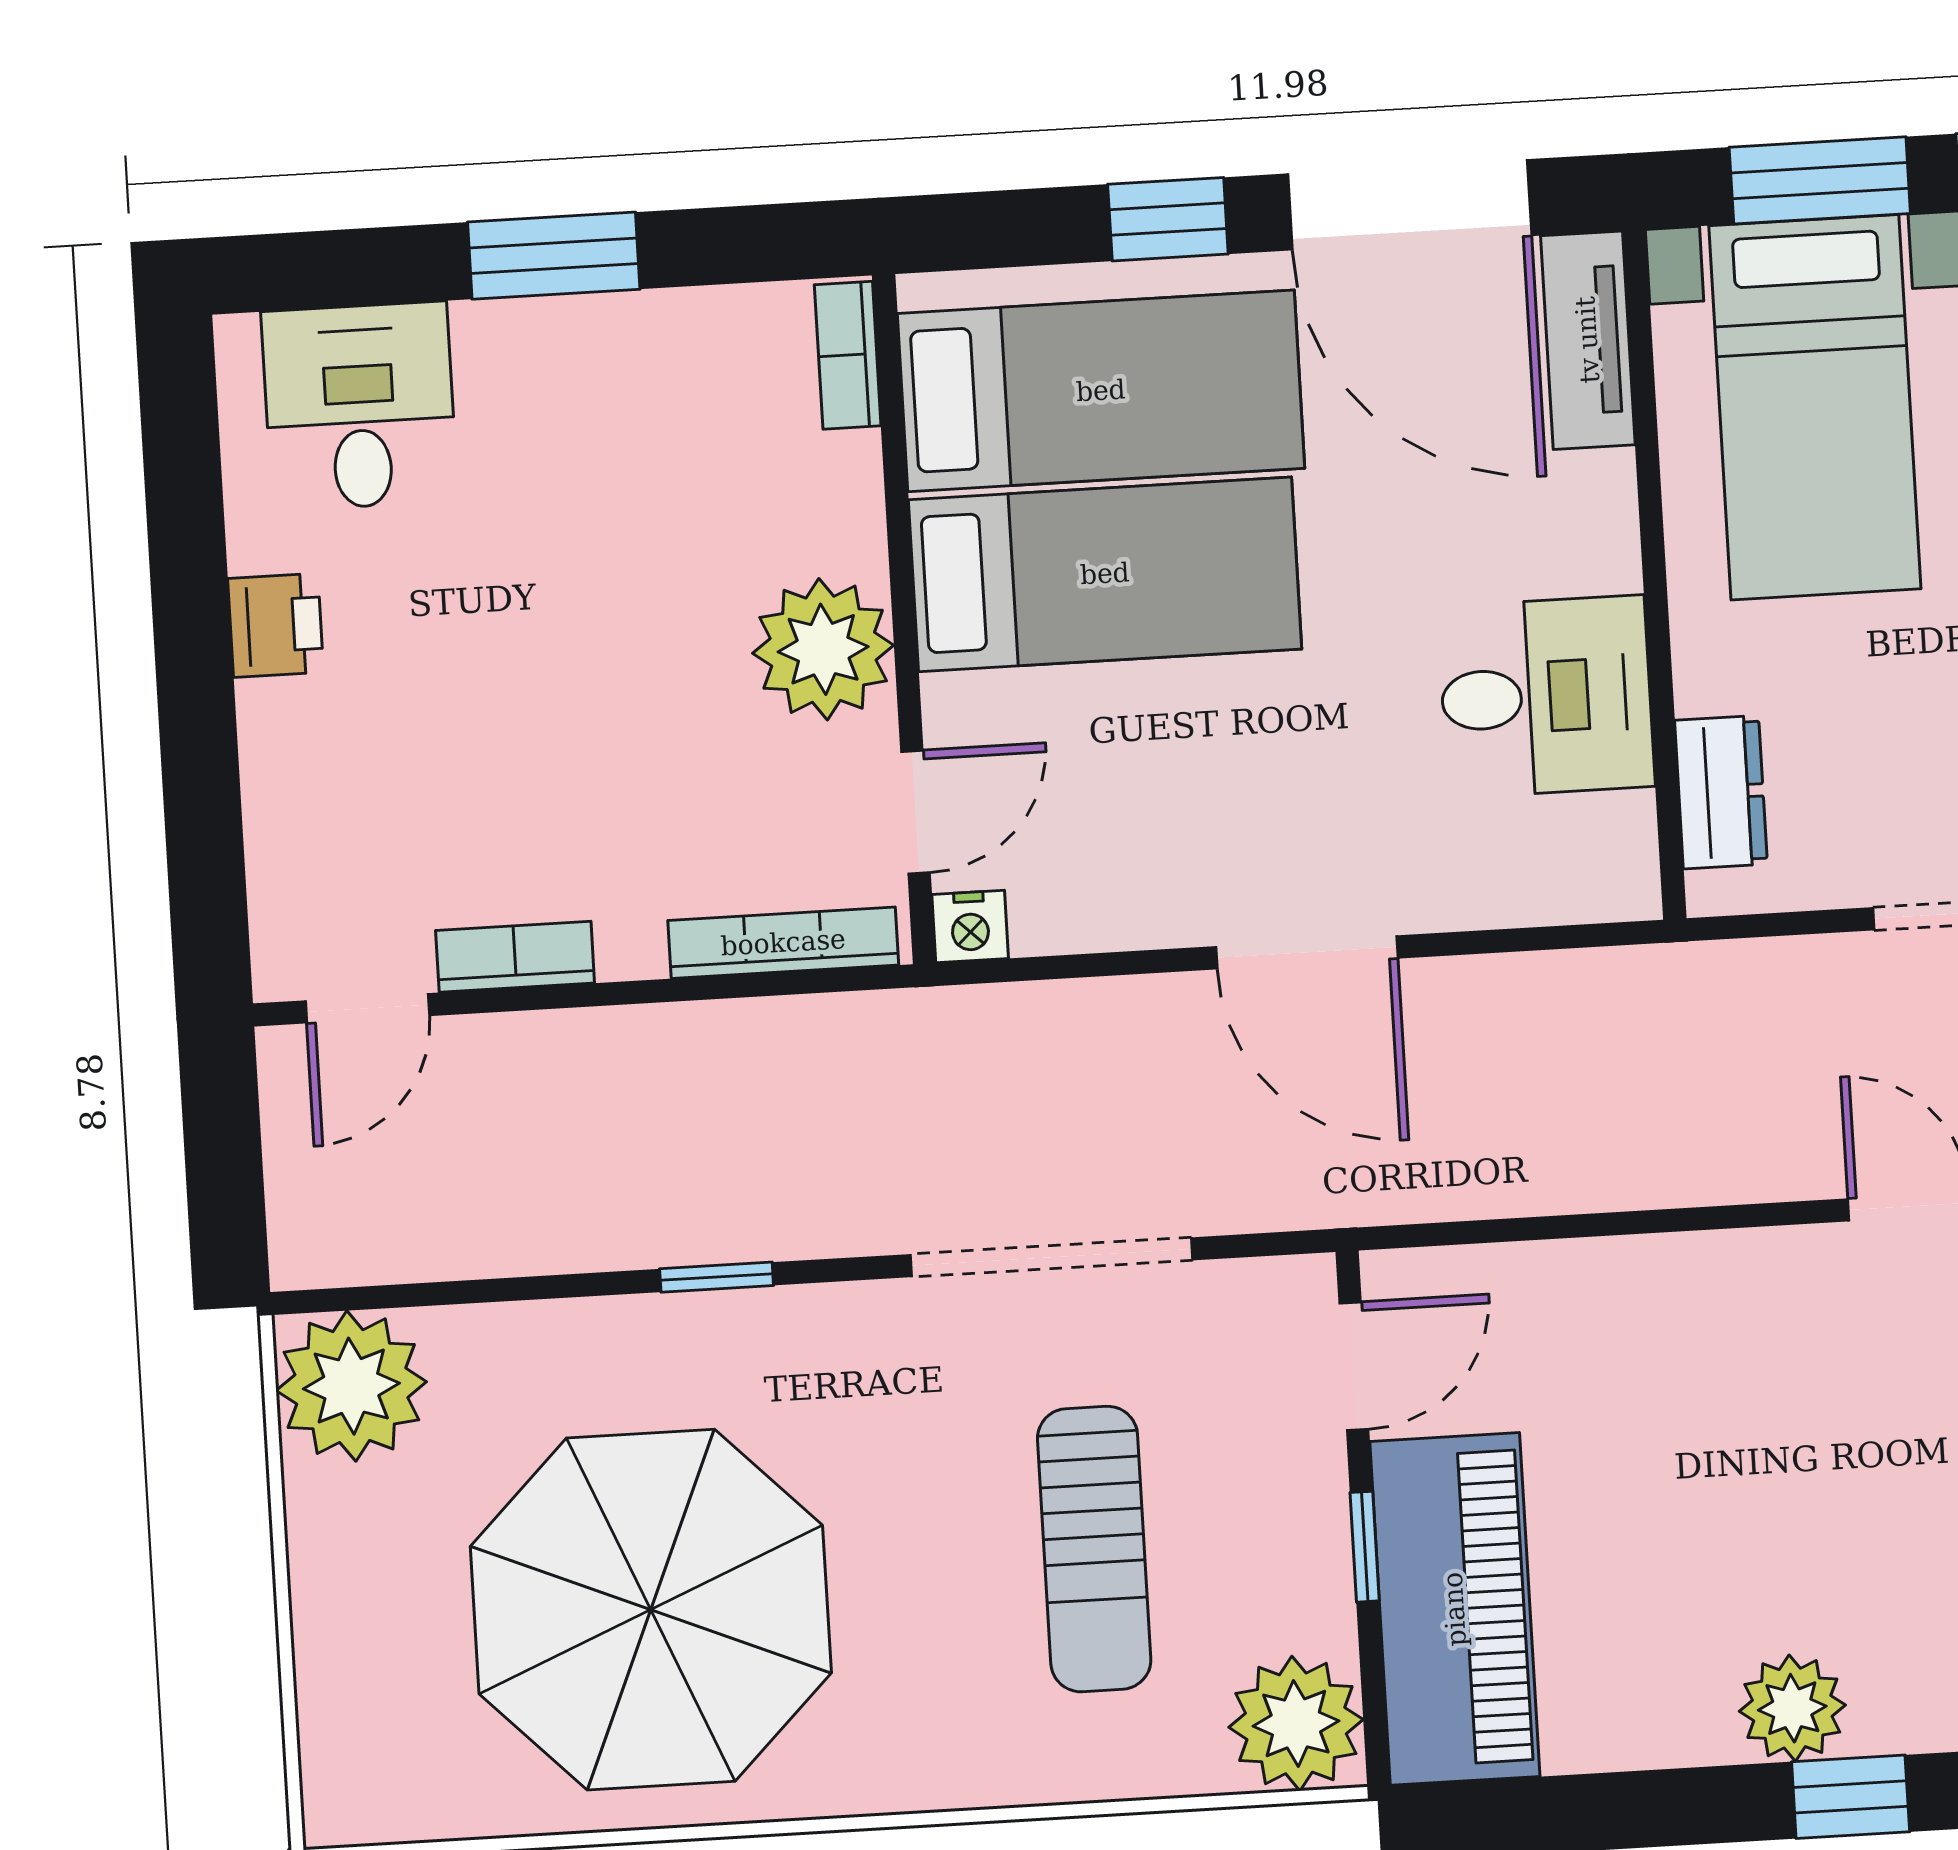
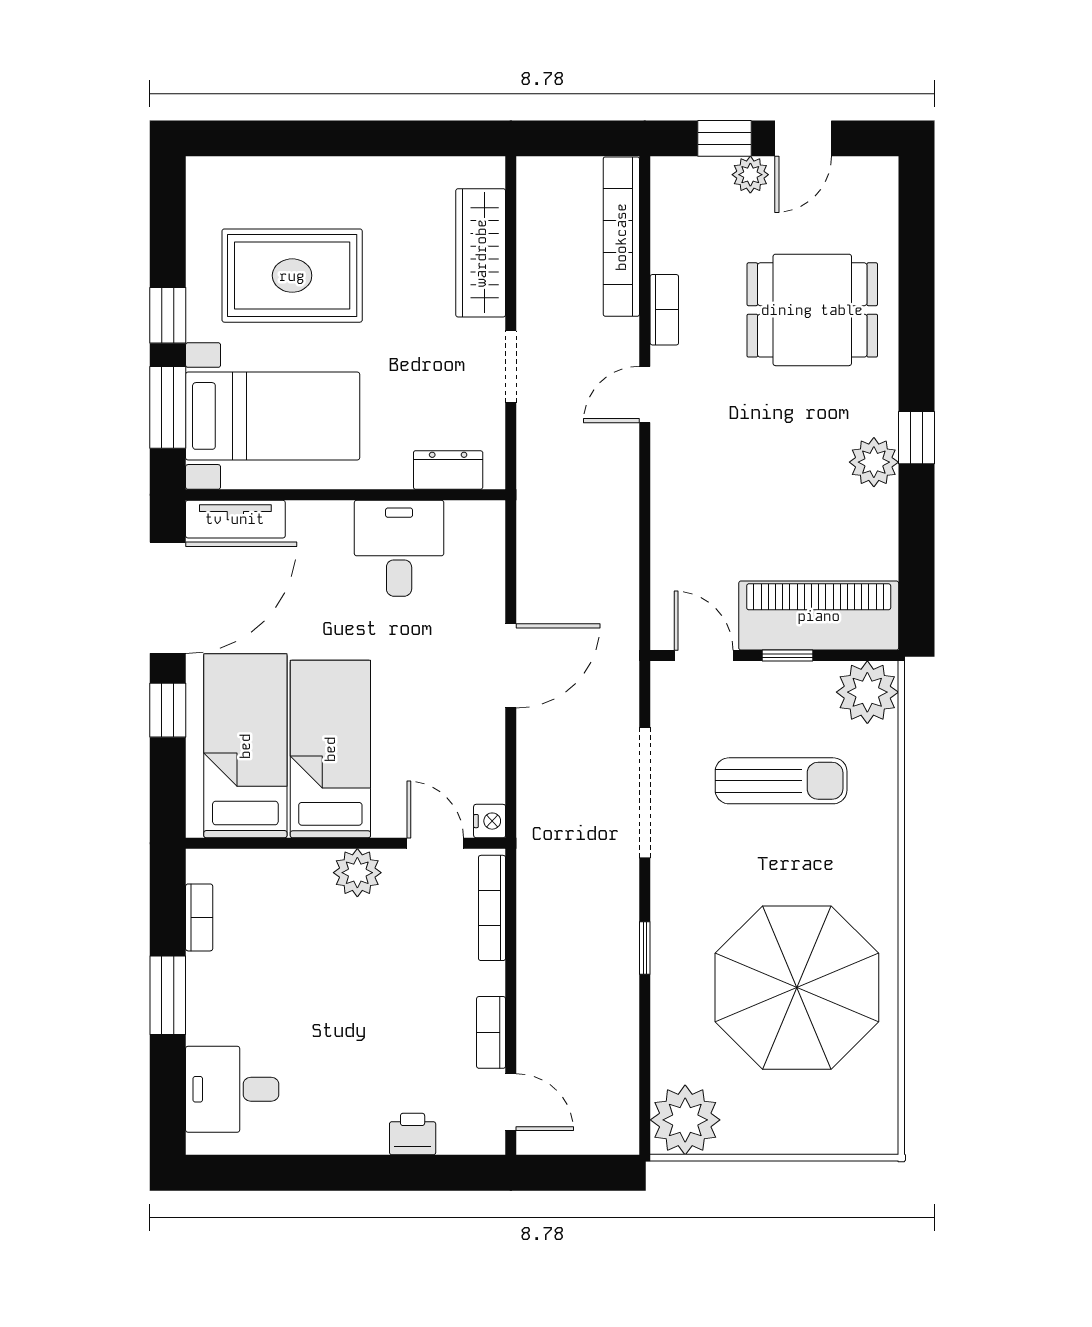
bookcase: (848, 355) -> (199, 917), moved, turned -90
printer: (276, 625) -> (413, 1134), moved
plant: (823, 649) -> (357, 873), width x0.73, depth x0.73

